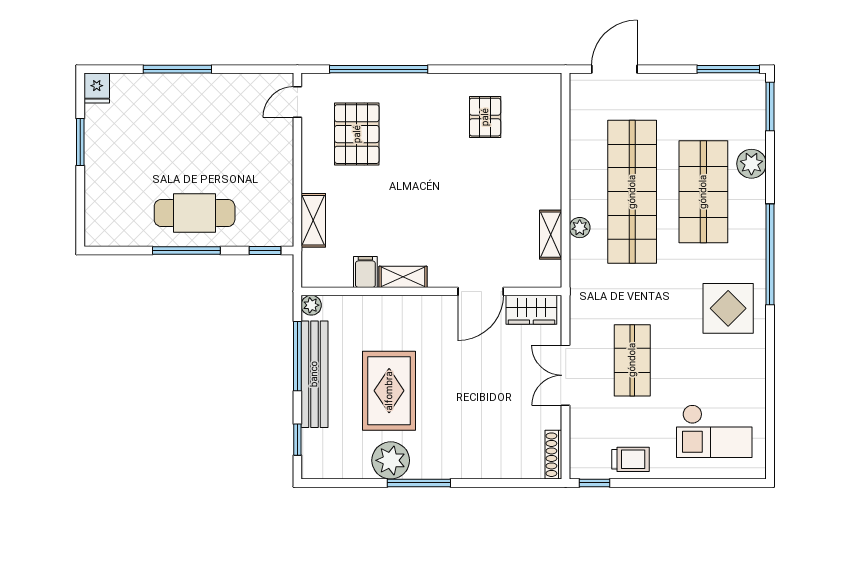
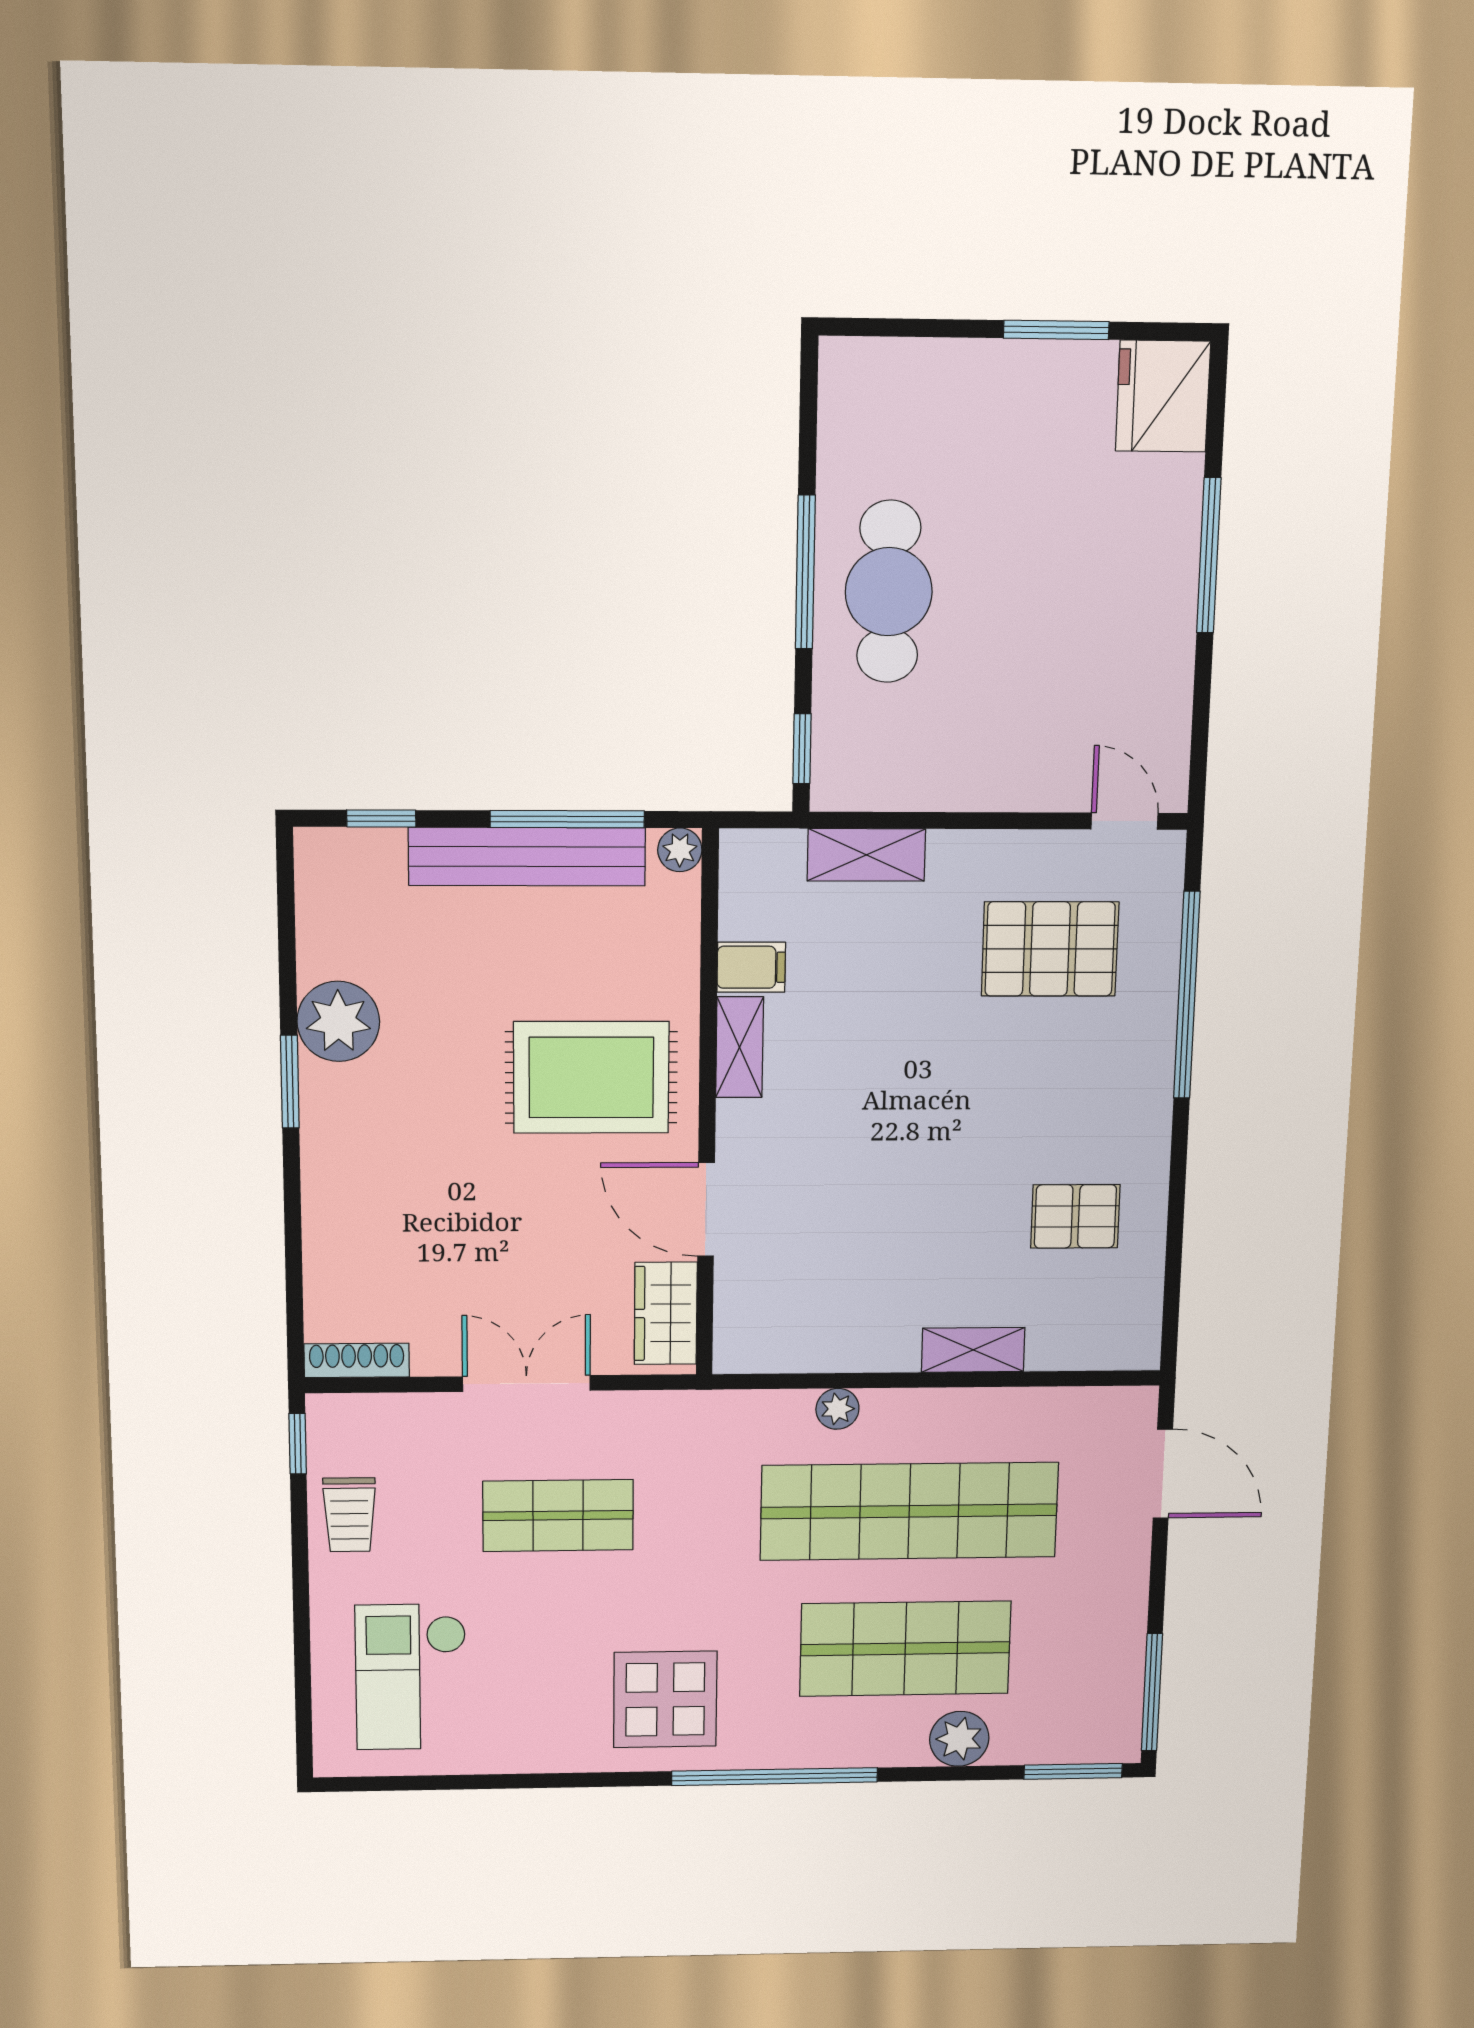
fridge: (97, 88) -> (1163, 396), width x1.88, depth x1.34
shelving: (551, 235) -> (973, 1350), moved
rug: (389, 391) -> (591, 1077), moved
window: (419, 483) -> (290, 1082), width x0.69

